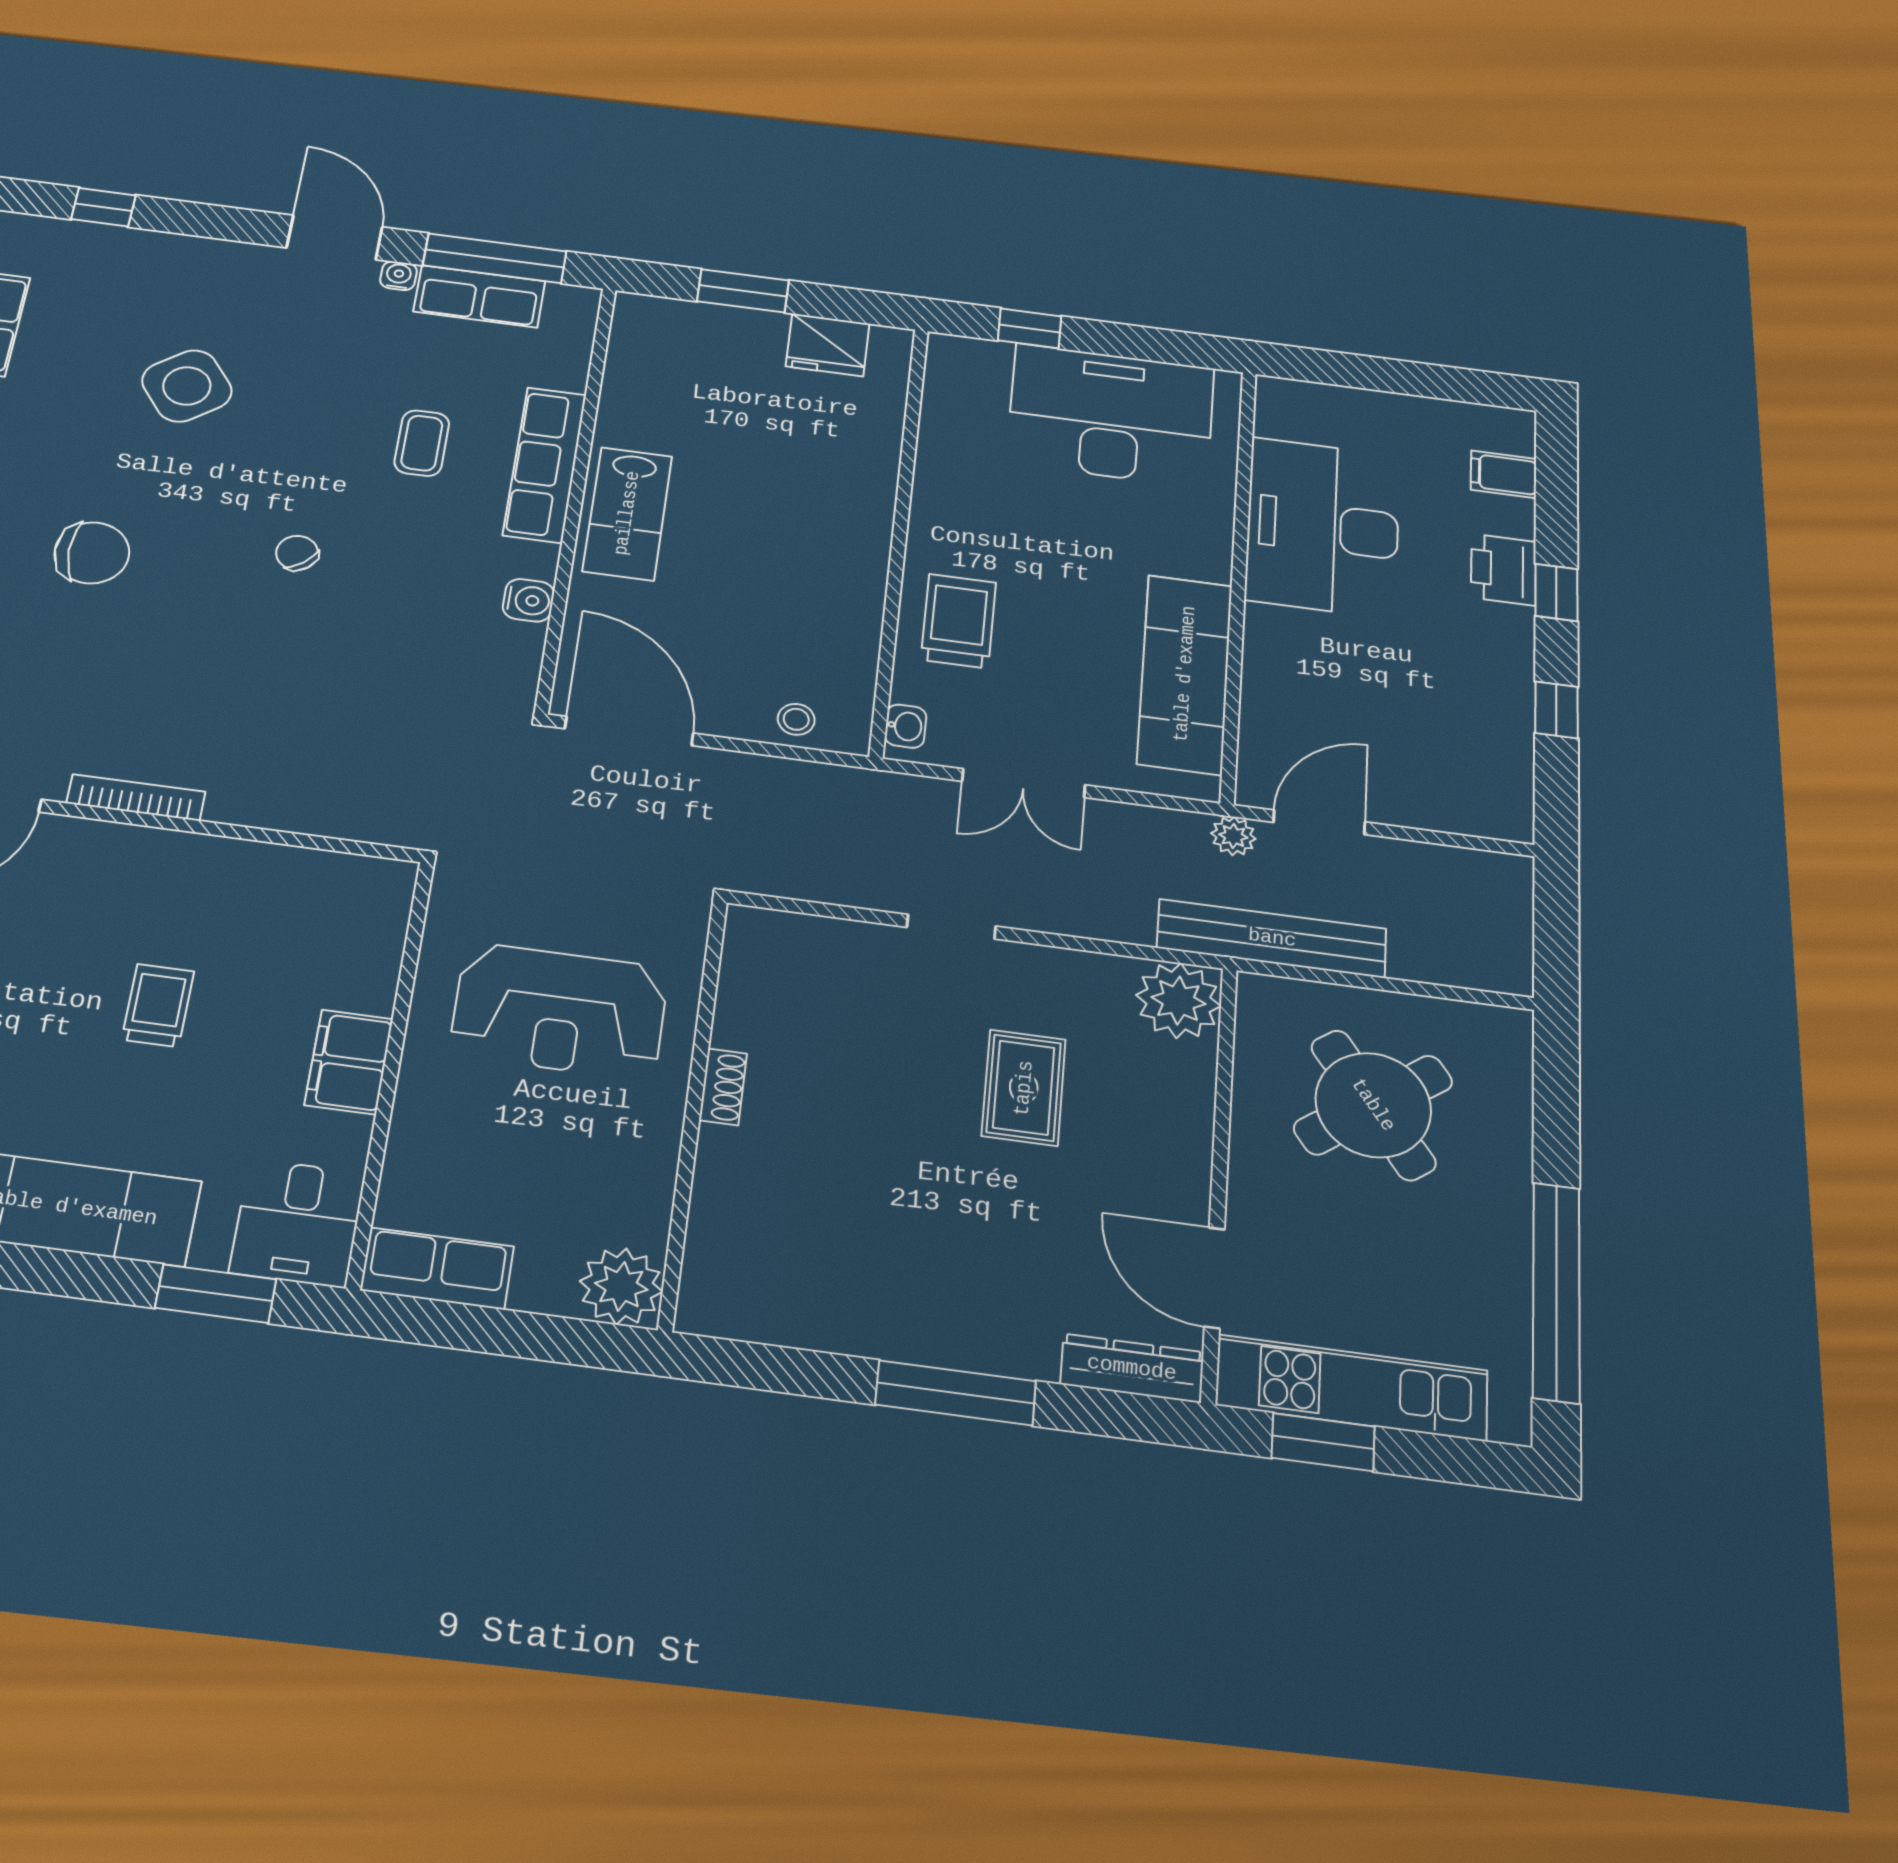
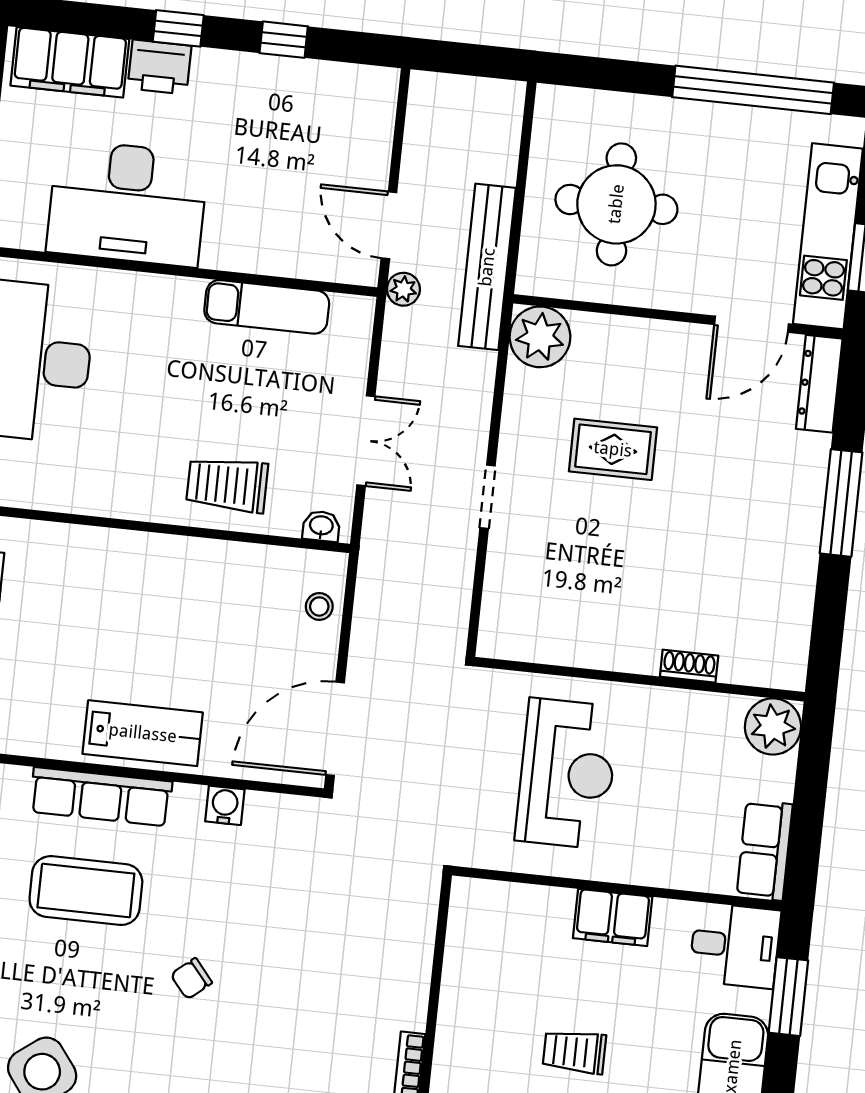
coffee table: (422, 443) -> (86, 891), width x1.86, depth x1.72
filing cabinet: (1504, 474) -> (70, 62), width x3.00, depth x1.17
exam couch: (1185, 674) -> (267, 307), width x0.73, depth x0.69
shoe rack: (723, 1087) -> (689, 666), moved
round table: (1373, 1105) -> (616, 204), turned 36

